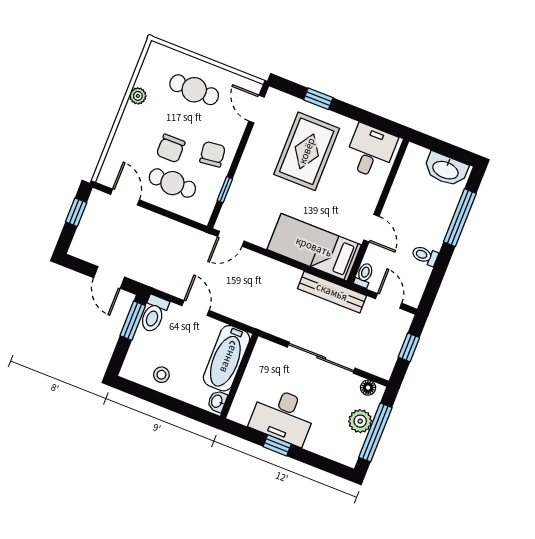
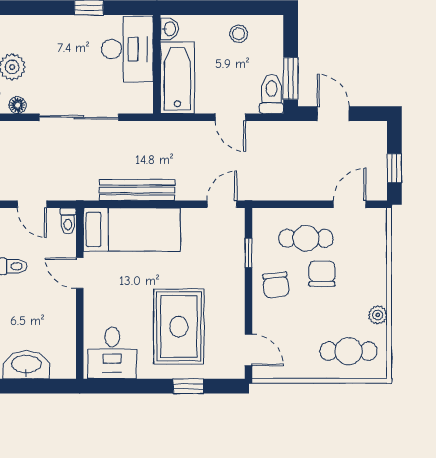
cafe table: (194, 90) -> (349, 351), moved
door: (125, 197) -> (350, 204), swing flipped
bench: (332, 292) -> (137, 190), moved
desk: (283, 416) -> (127, 49), moved, turned 90

